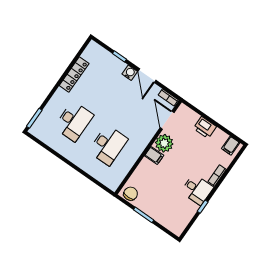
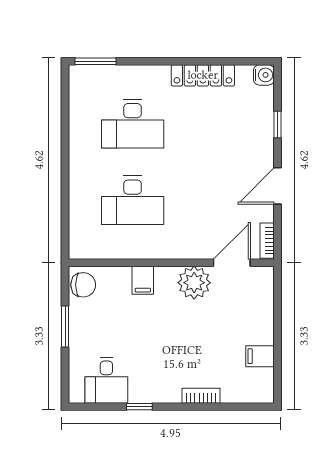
water cooler: (130, 73) -> (264, 75), moved
printer: (205, 127) -> (260, 327), removed
filing cabinet: (231, 146) -> (260, 356), moved
filing cabinet: (154, 155) -> (143, 280), moved
desk: (197, 189) -> (106, 380), moved

